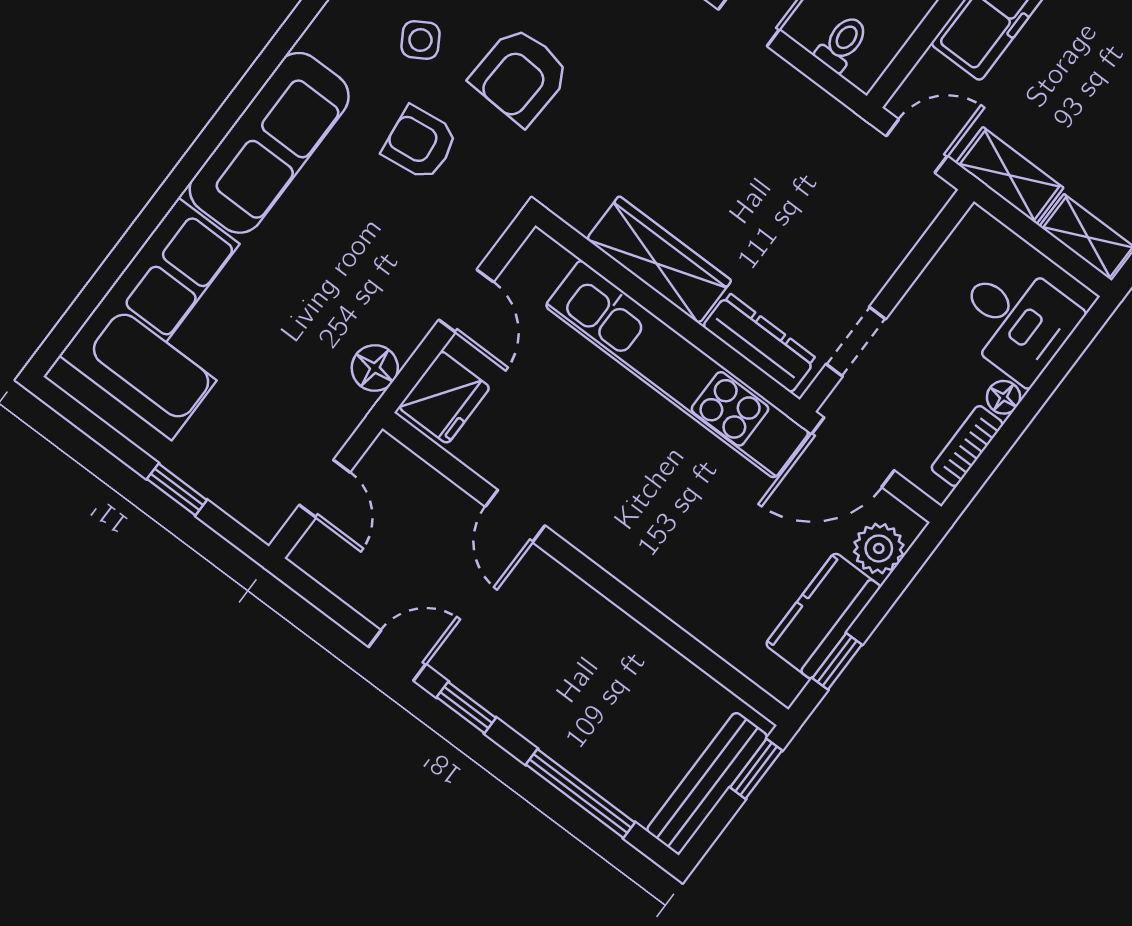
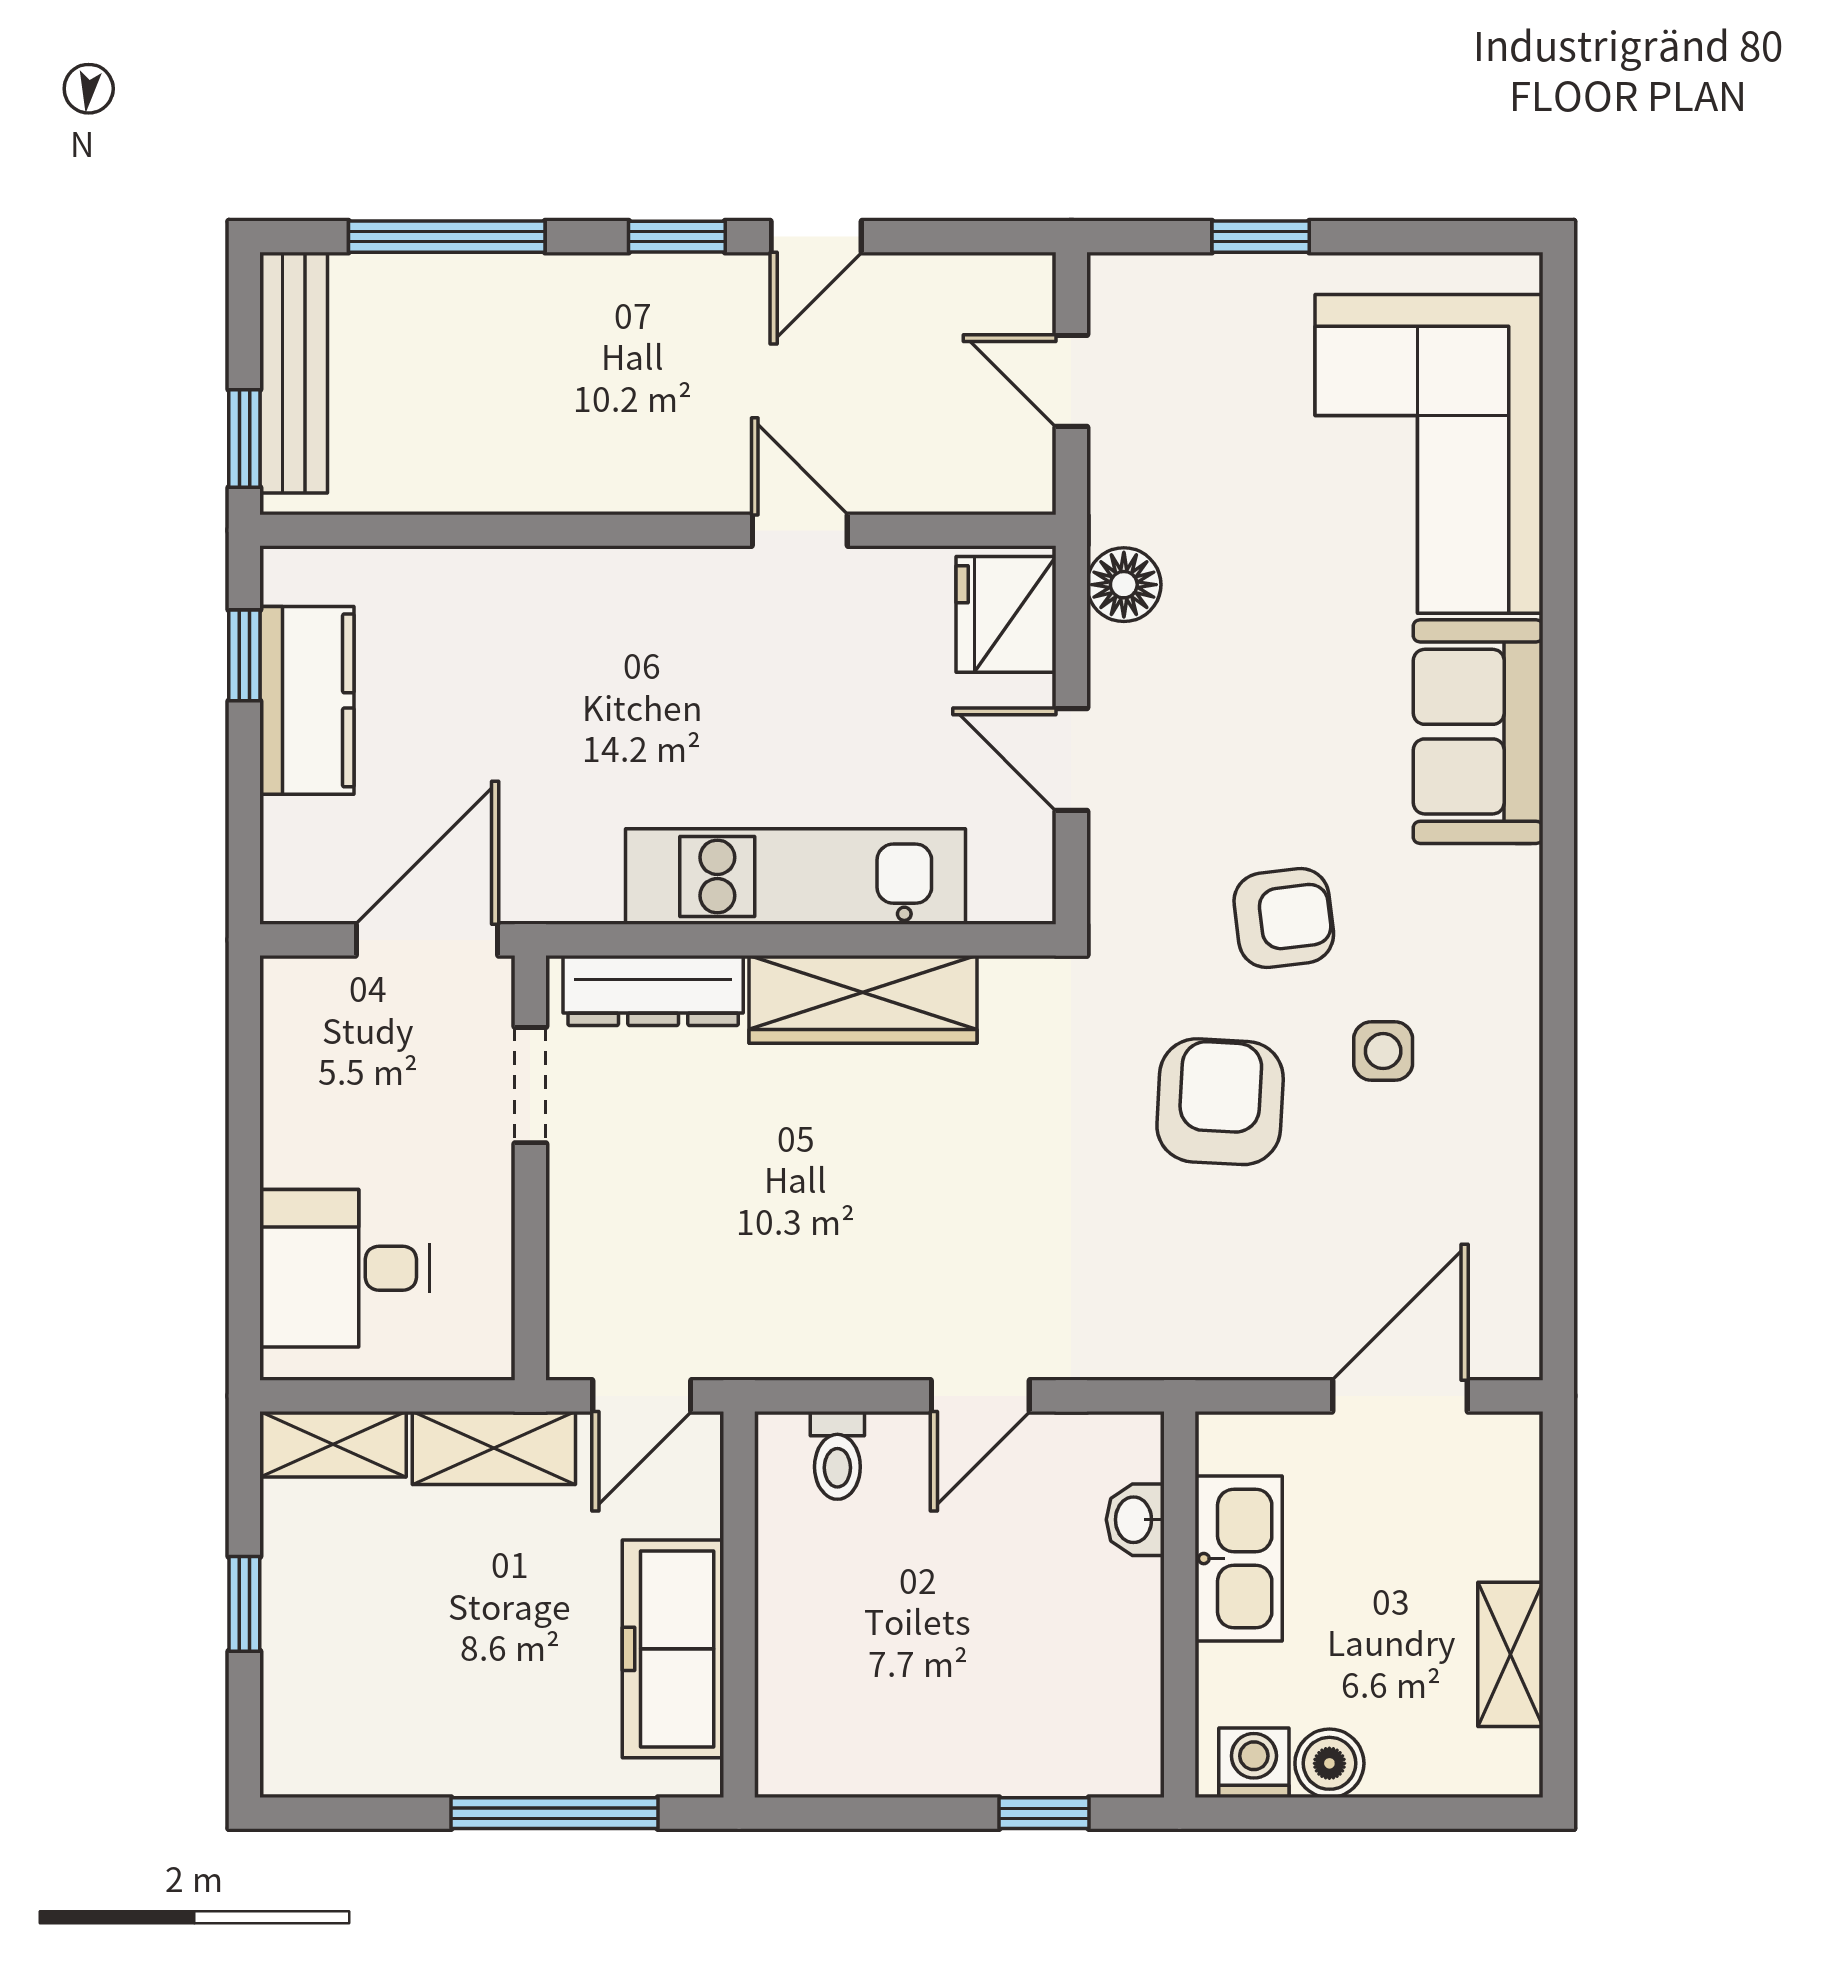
side table: (420, 40) -> (1383, 1051), turned 31
sofa: (269, 143) -> (1478, 732), width x0.73
kitchen unit: (677, 369) -> (796, 877), width x0.73
floor lamp: (1004, 397) -> (286, 1157), removed
bookcase: (967, 446) -> (286, 1059), removed
plant: (879, 548) -> (300, 841), removed

